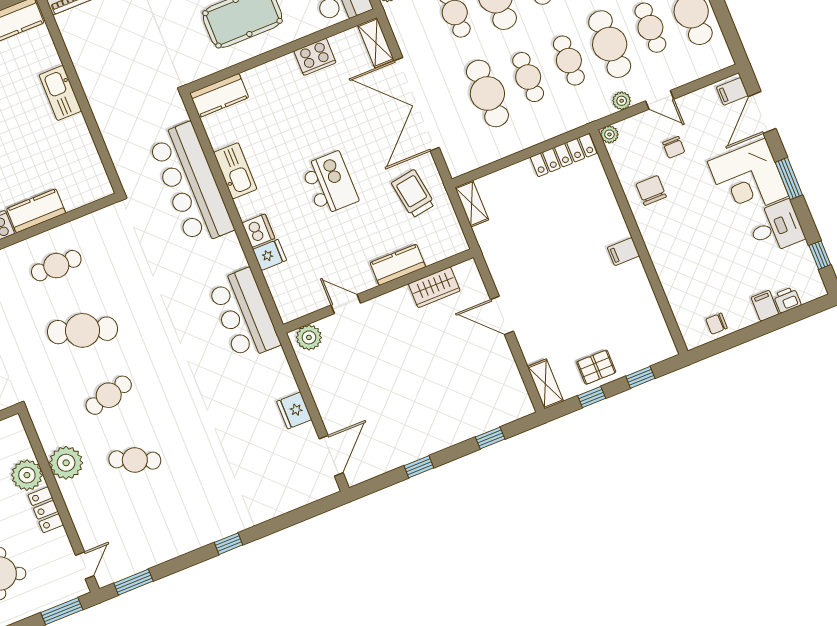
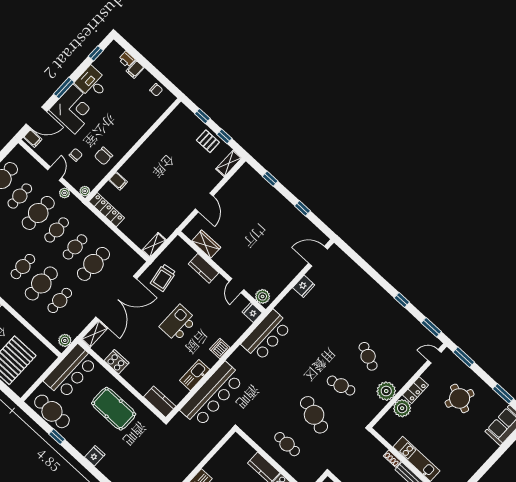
filing cabinet: (623, 252) -> (118, 181), moved
fridge: (270, 255) -> (252, 312), moved
window: (228, 544) -> (402, 300), moved

